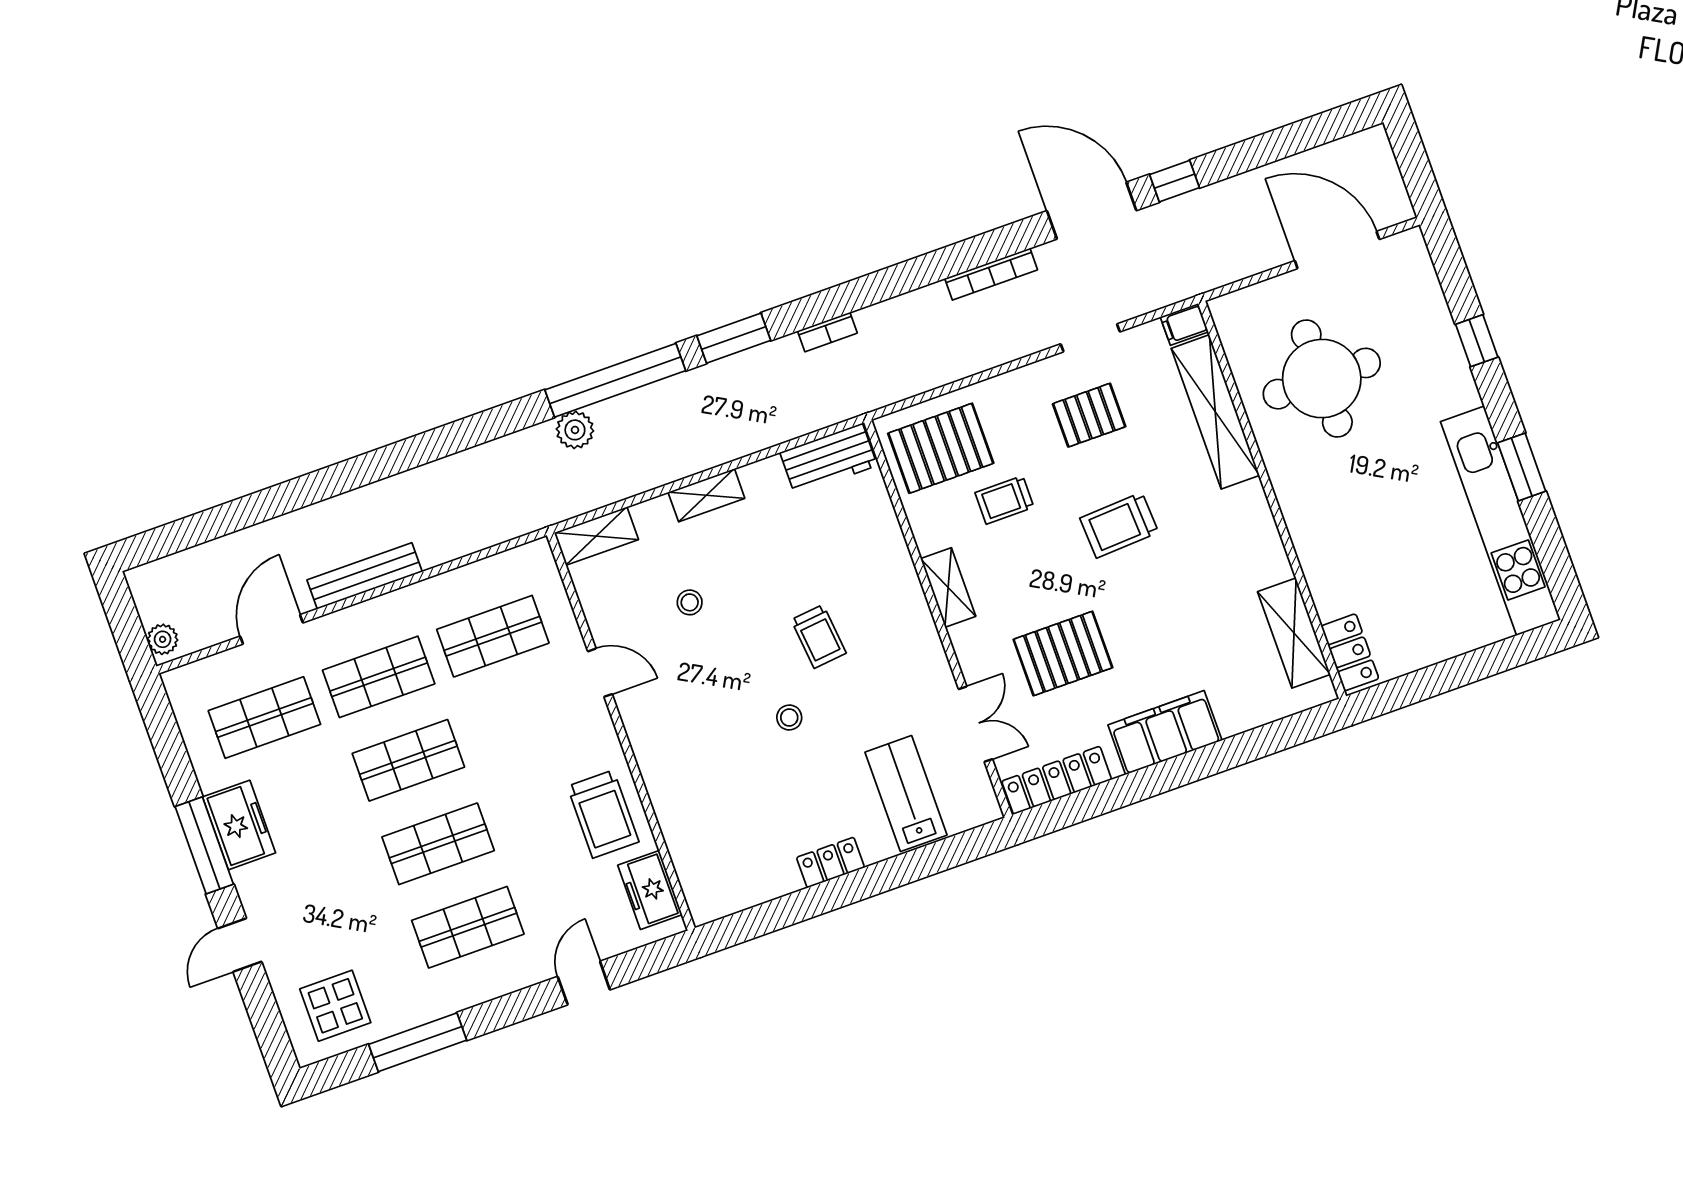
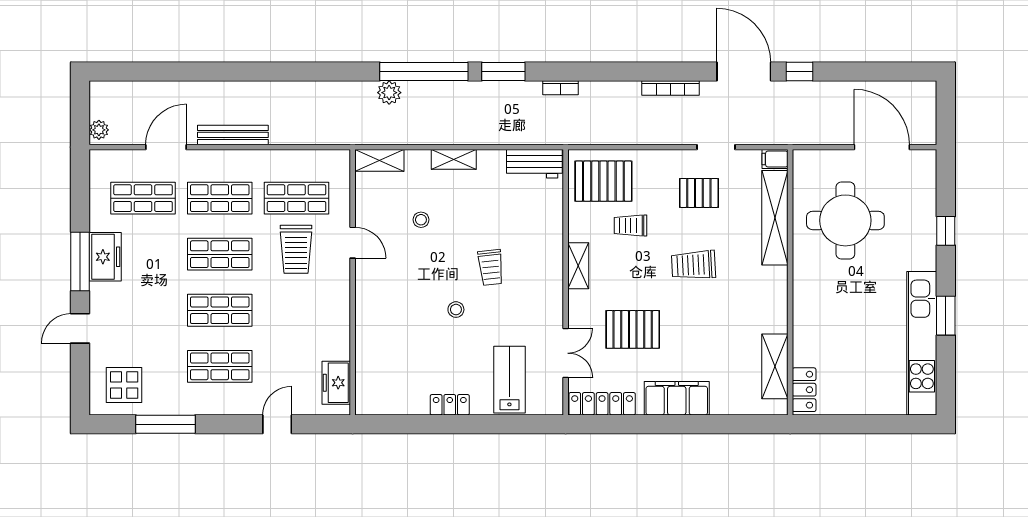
trolley: (603, 814) -> (296, 249), moved

